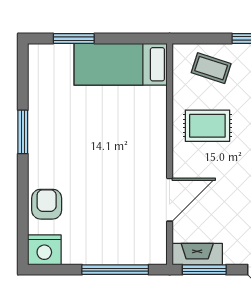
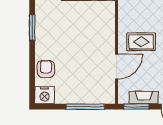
rug: (207, 126) -> (141, 42), moved
fireplace: (197, 254) -> (144, 98), moved

